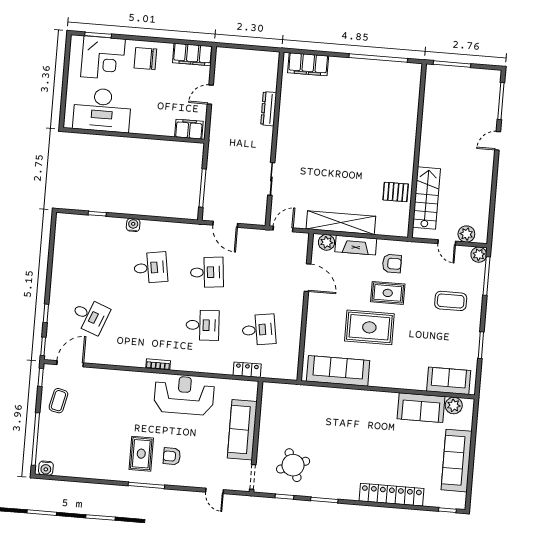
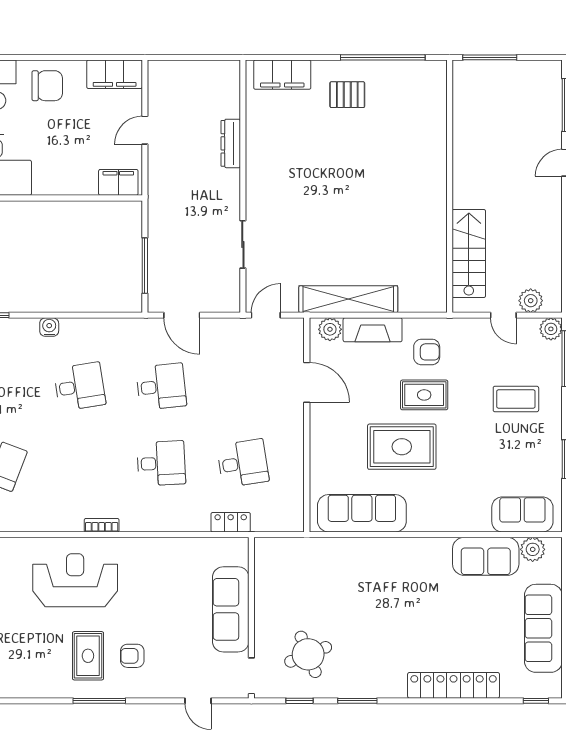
chair: (145, 59) -> (47, 86), turned 180
pallet: (396, 192) -> (347, 95), moved
reception desk: (184, 395) -> (75, 580), moved

